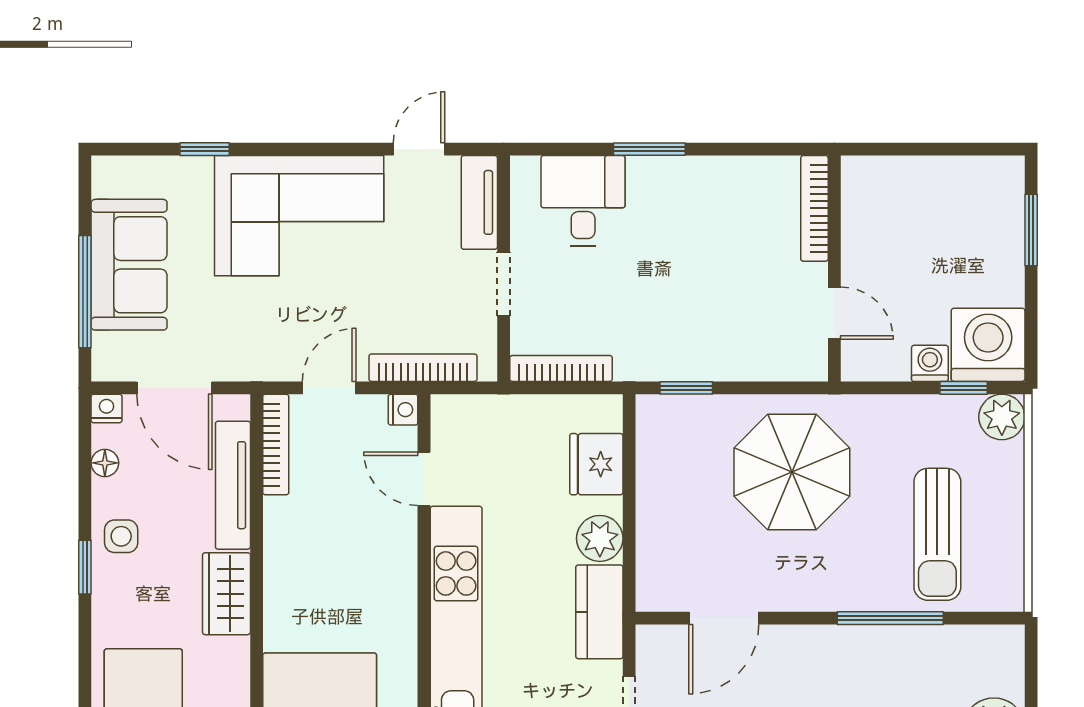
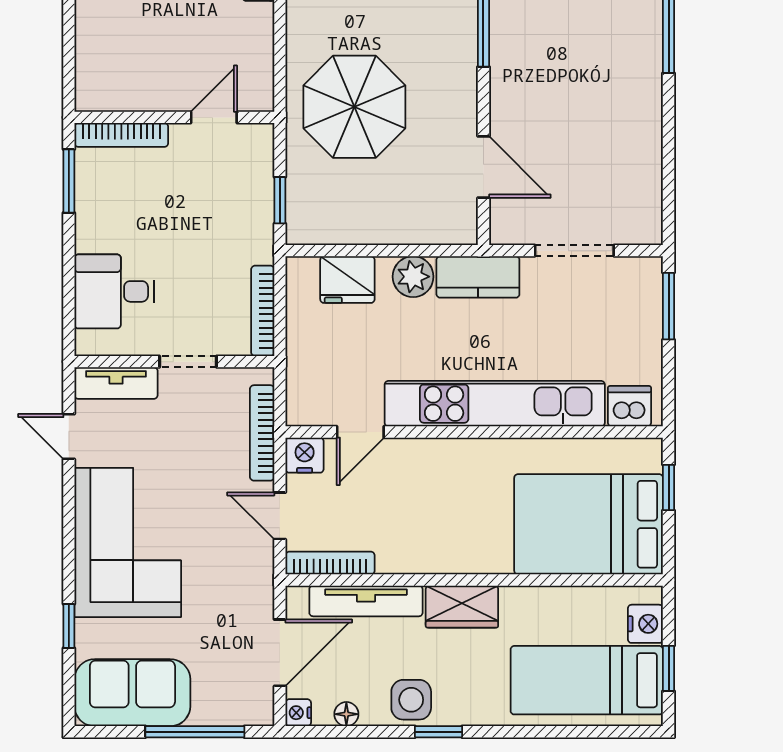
window: (649, 149) -> (69, 181), moved
bookcase: (814, 208) -> (121, 135), moved
sofa: (129, 265) -> (132, 693), moved
wall: (834, 268) -> (174, 117), moved
door: (834, 313) -> (214, 117), moved
nightstand: (403, 410) -> (305, 455), width x1.39, depth x1.35
side table: (121, 536) -> (411, 700), width x1.37, depth x1.37

